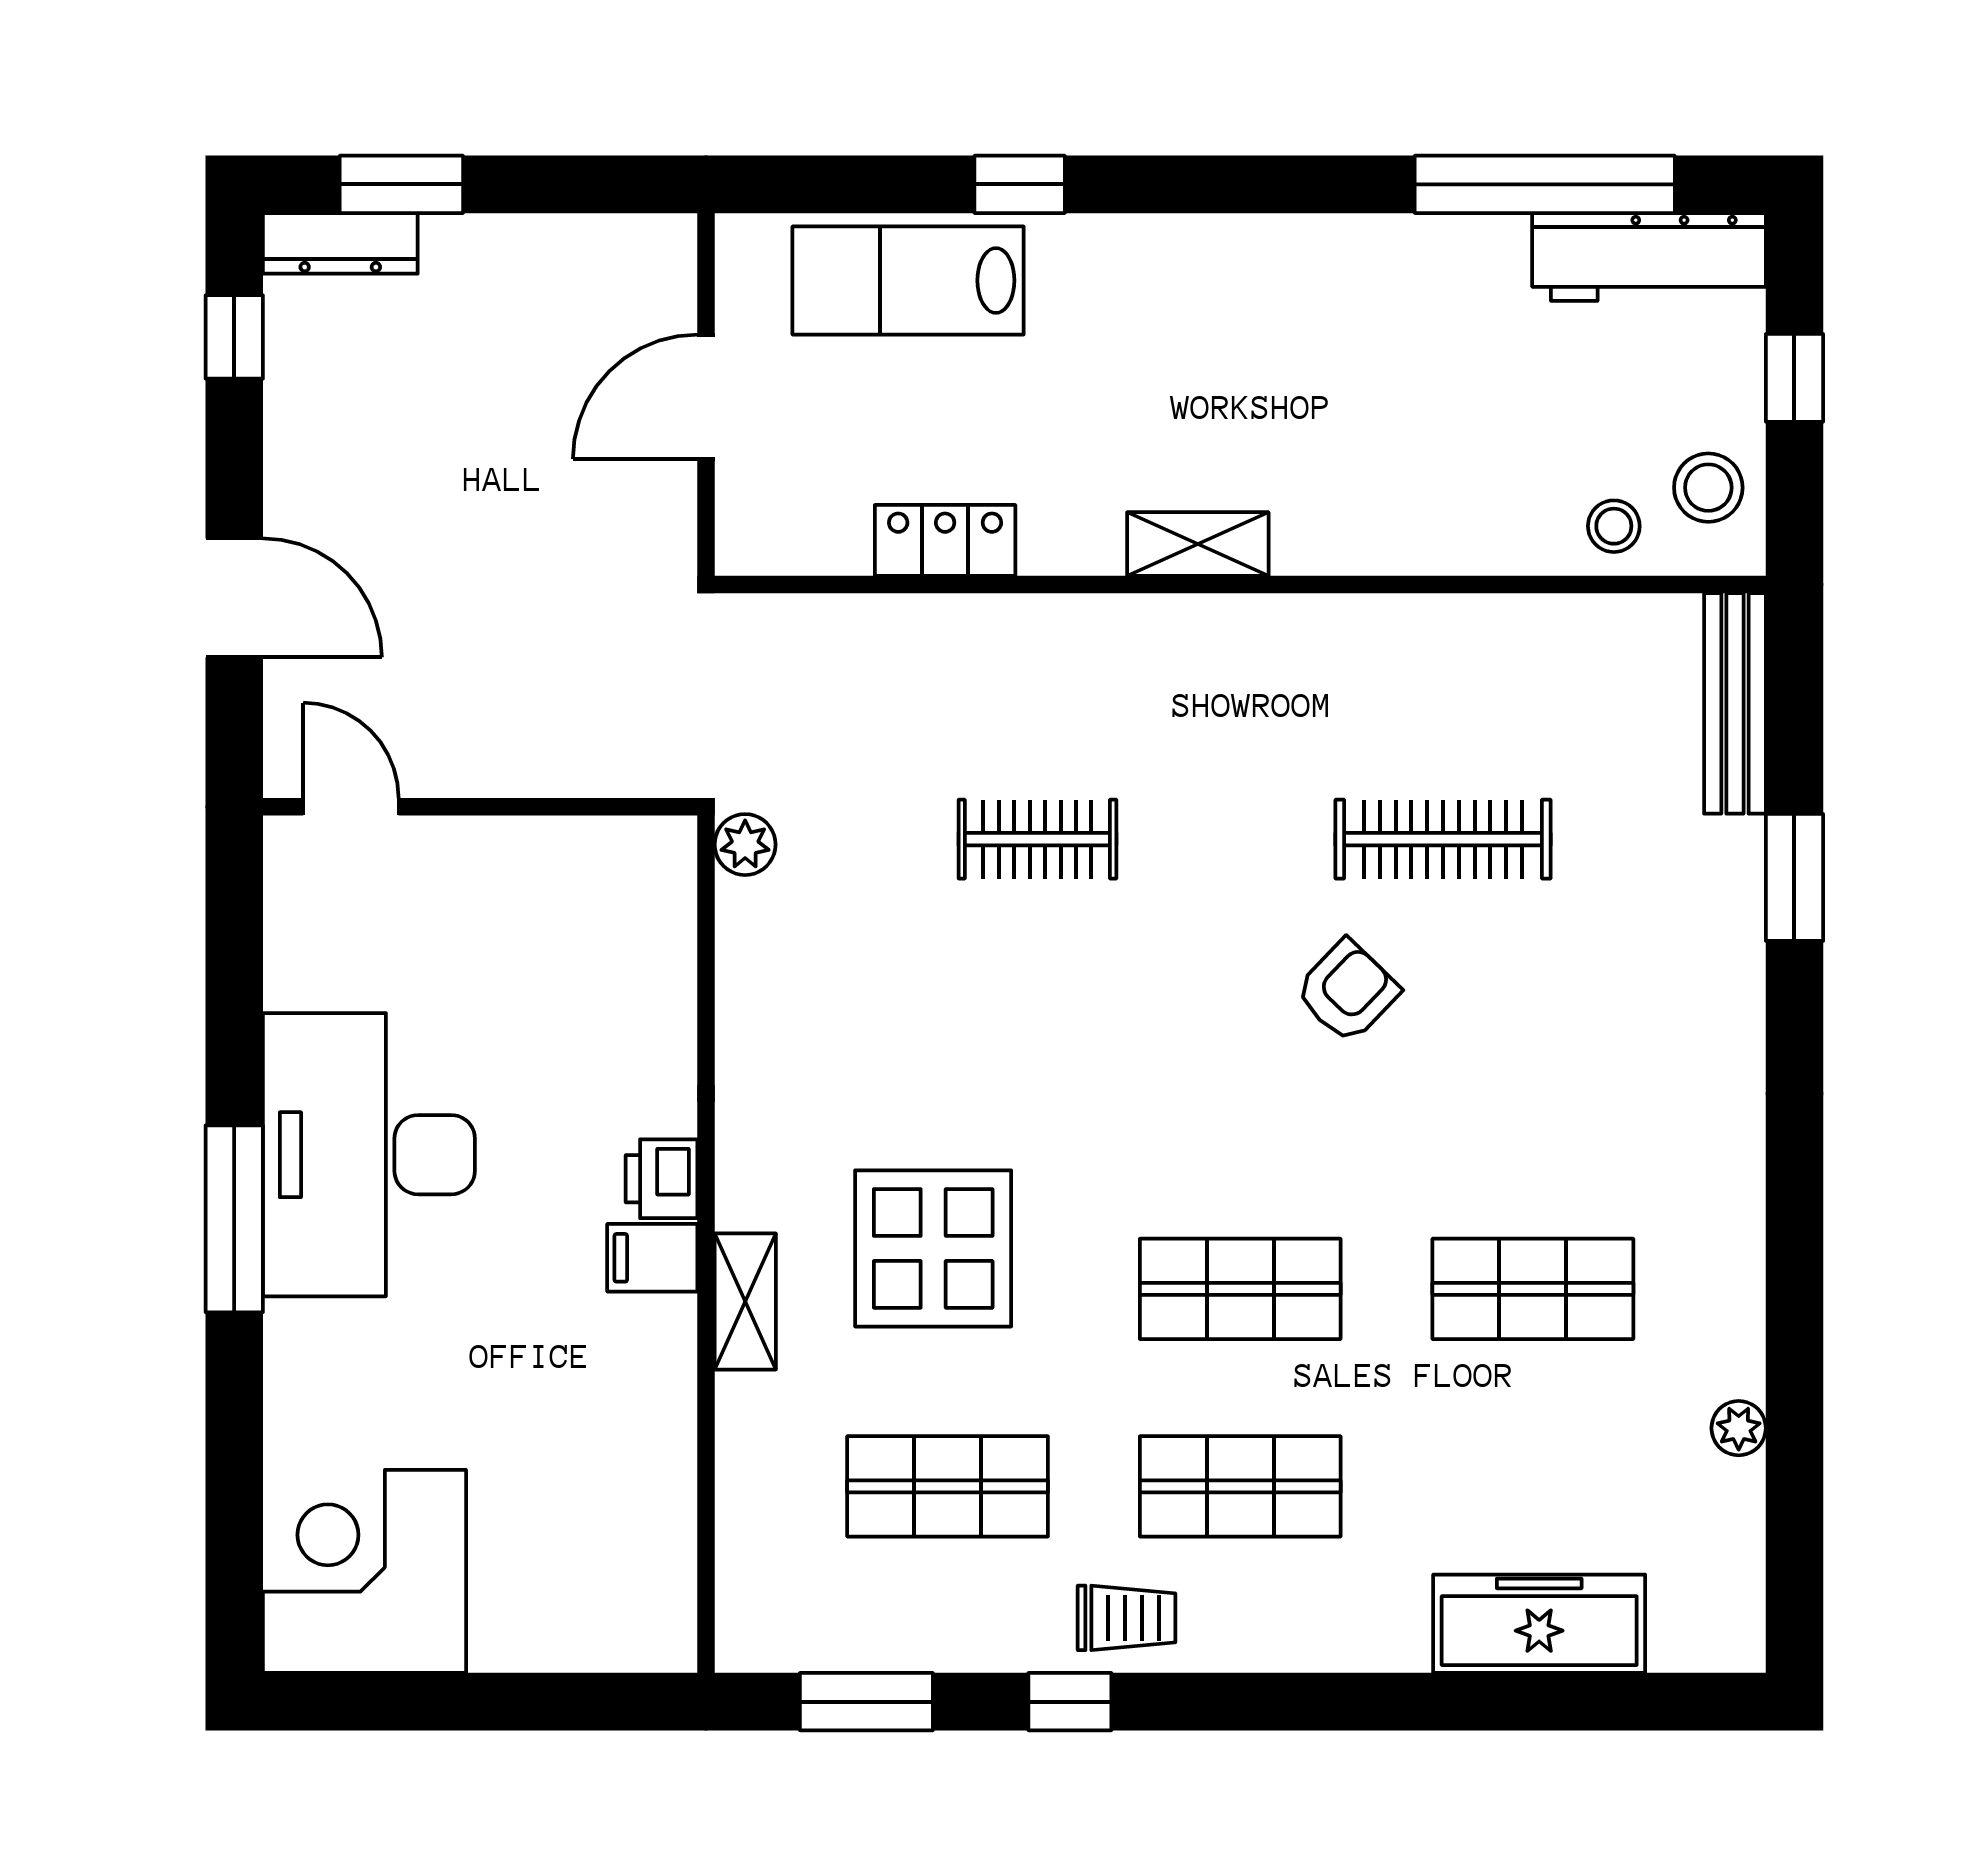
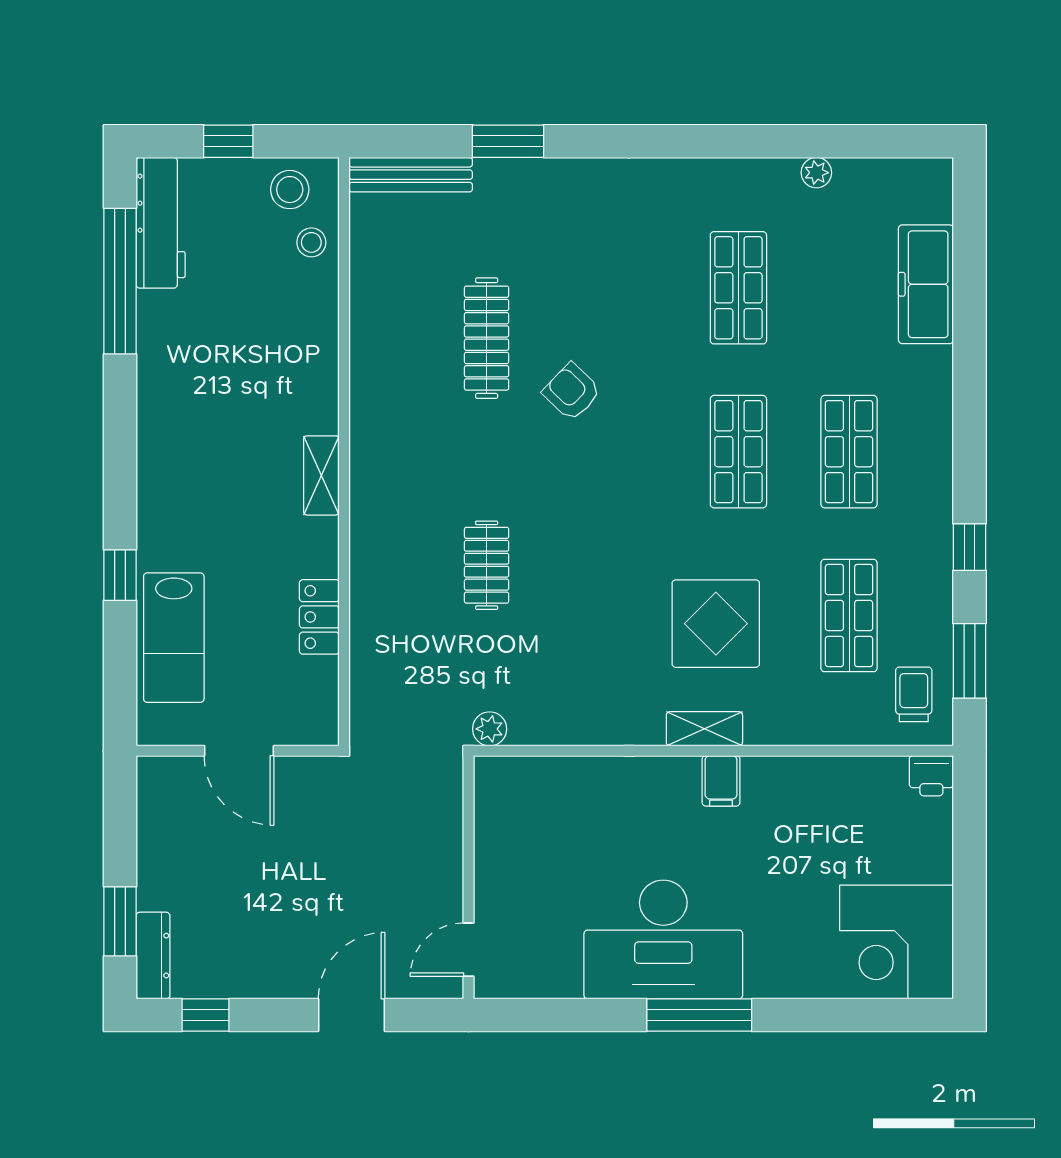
printer: (662, 1179) -> (931, 776), moved
shelving: (745, 1301) -> (704, 729), moved
trolley: (1126, 1618) -> (914, 694), moved

